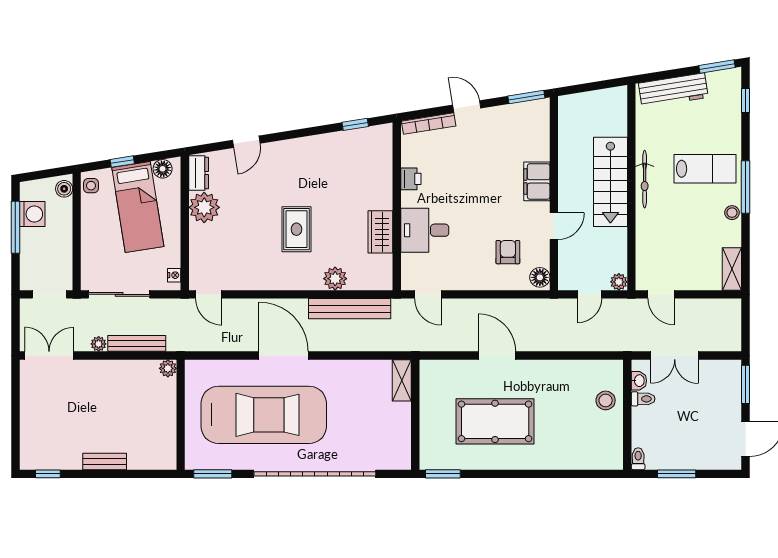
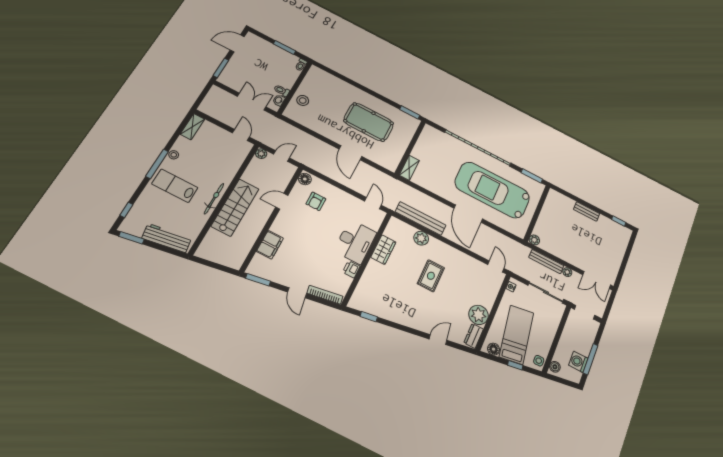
filing cabinet: (537, 181) -> (270, 245), moved
desk: (425, 230) -> (355, 242), width x1.37

